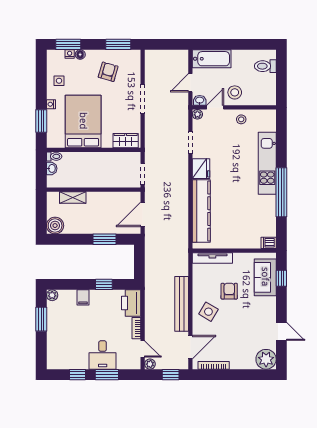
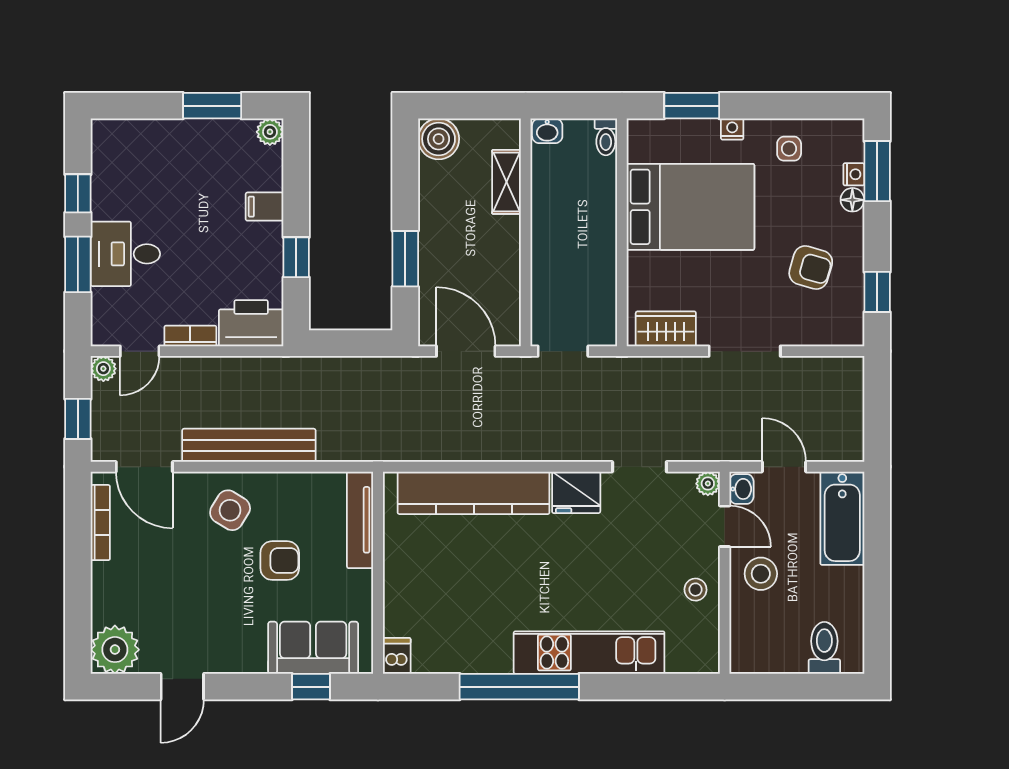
window: (118, 44) -> (877, 292), width x0.67
wardrobe: (126, 141) -> (666, 329), moved, turned -90
washbasin: (52, 168) -> (547, 131), moved

